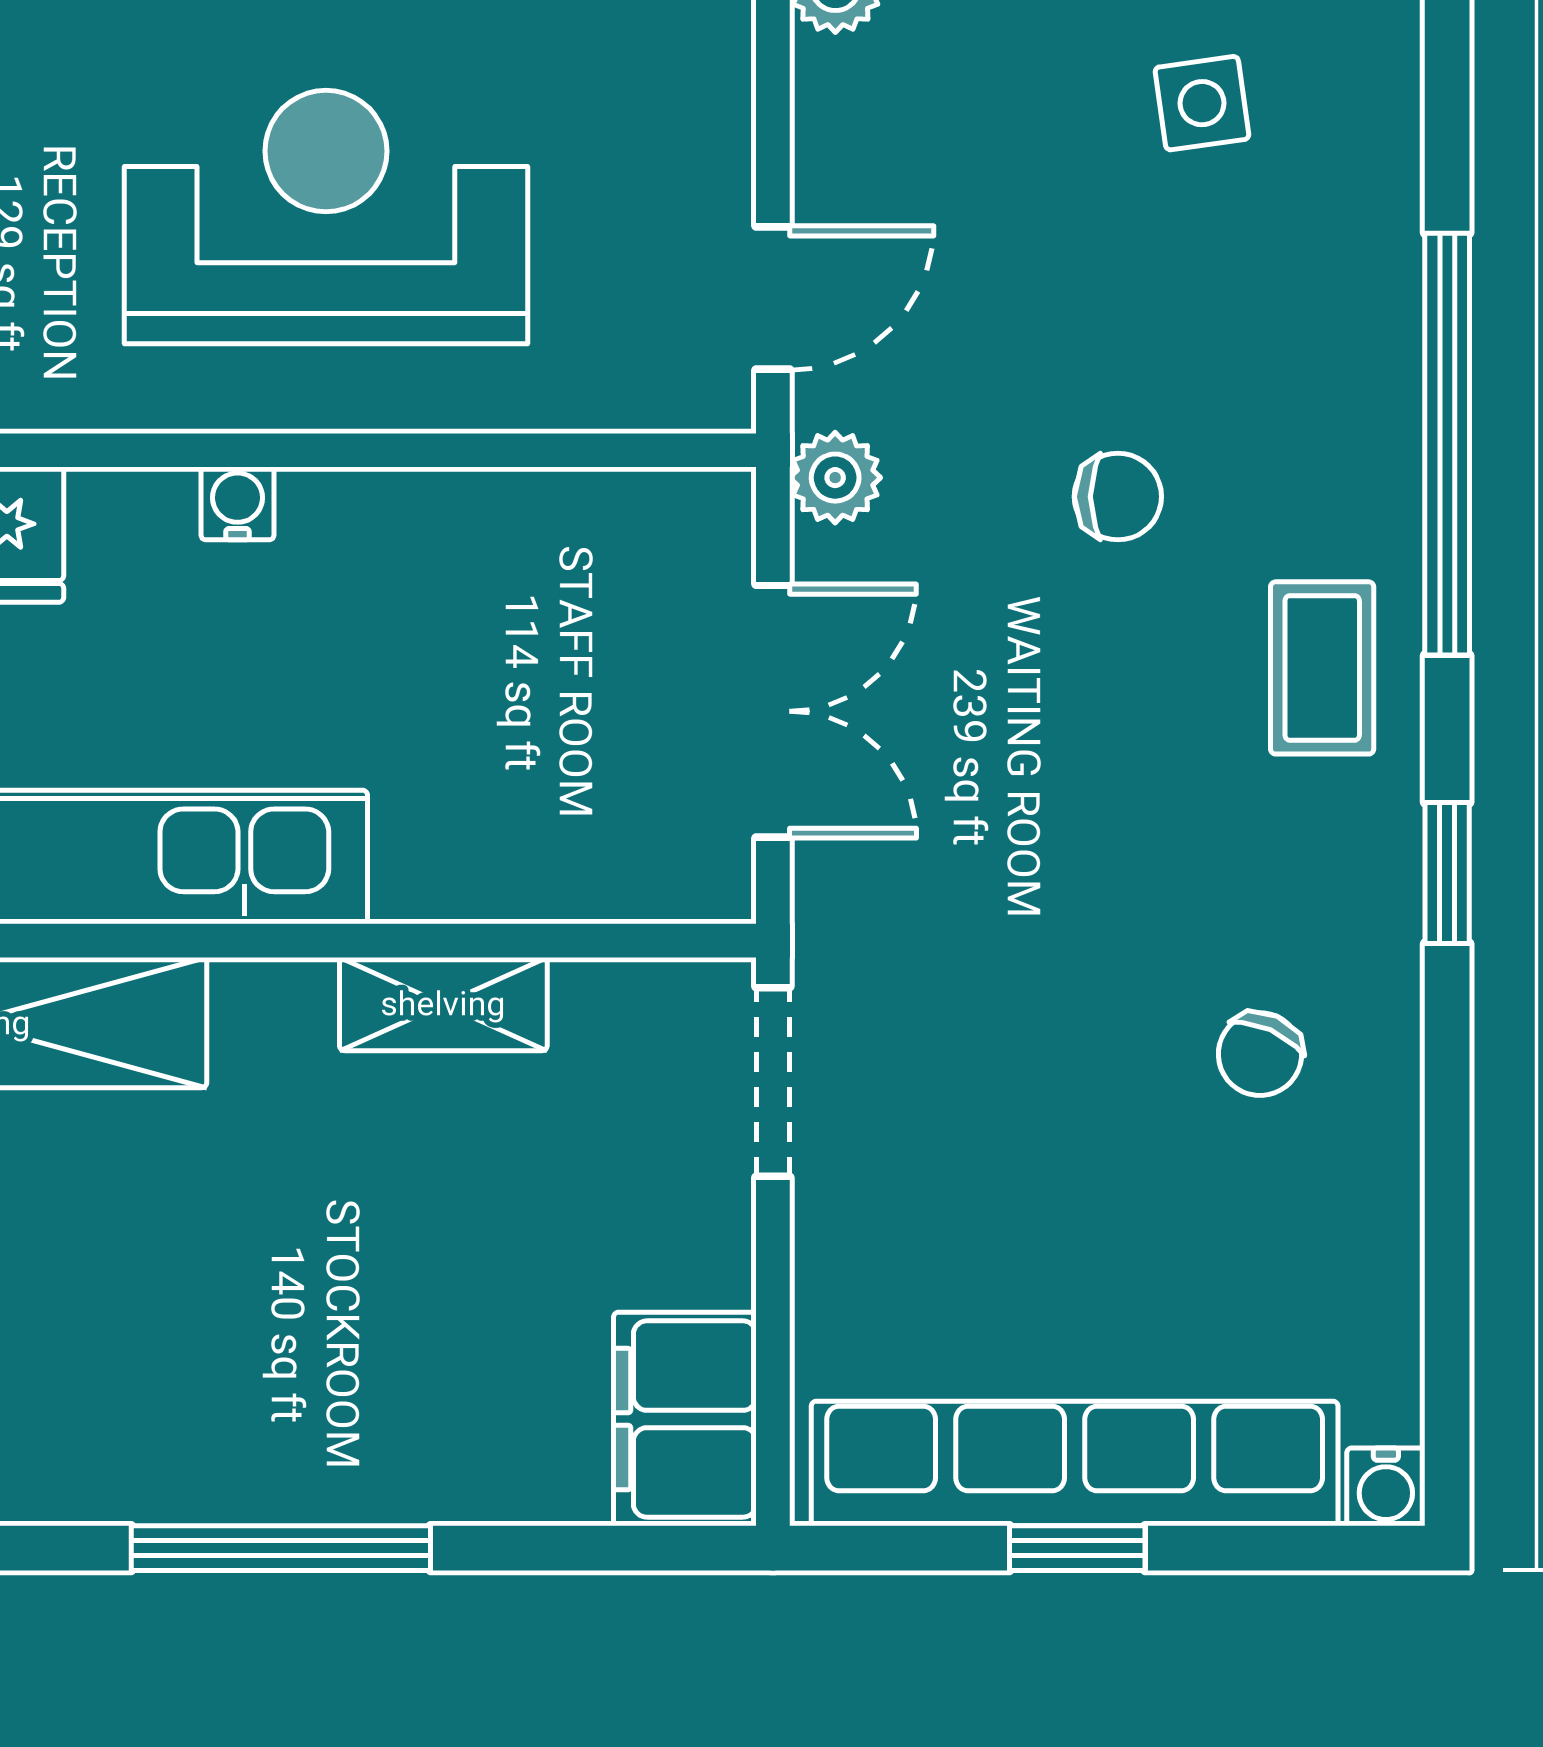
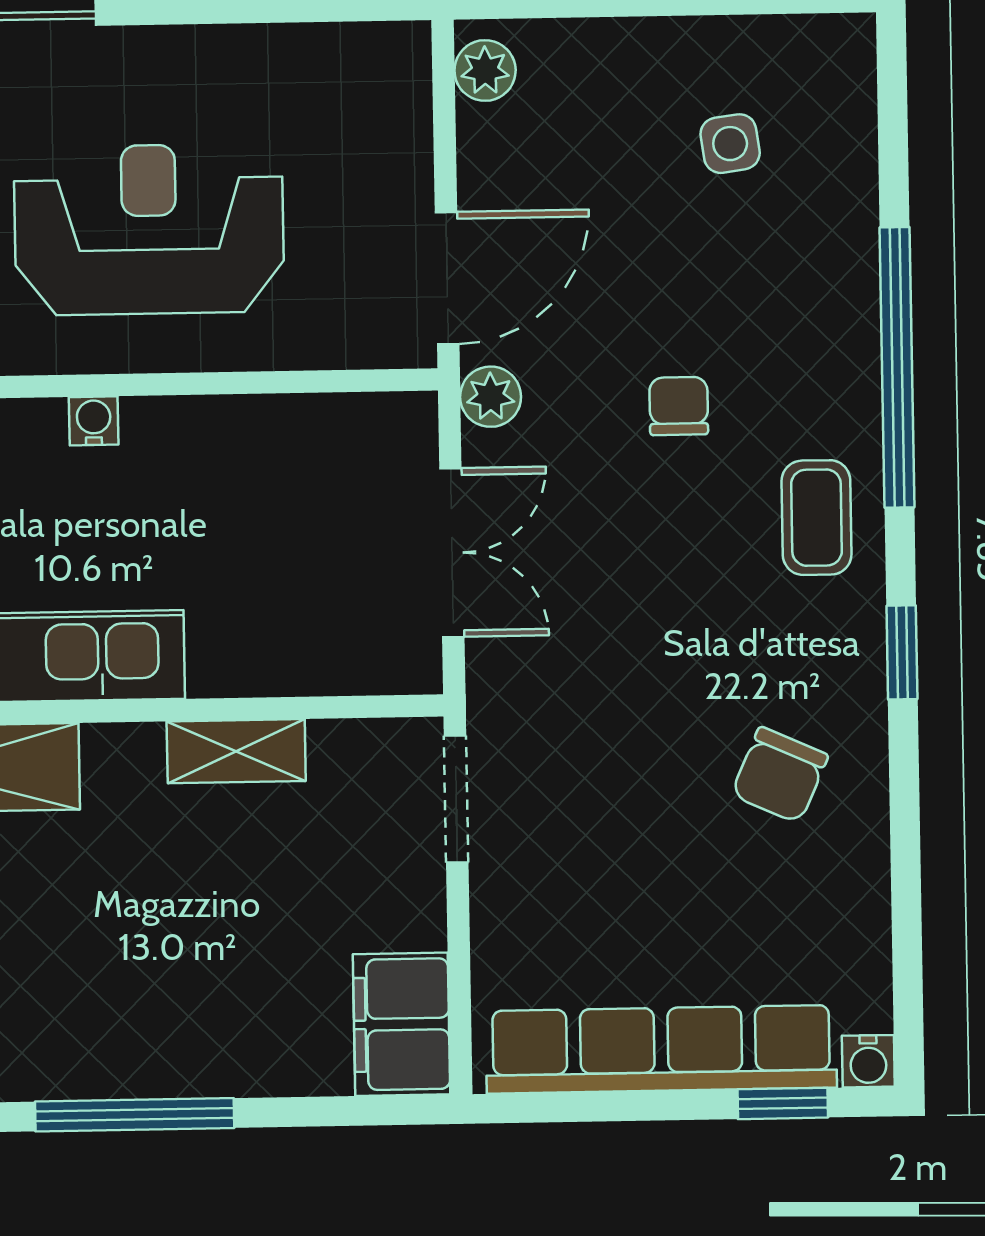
door: (773, 298) -> (447, 278), width x1.38
chair: (1118, 497) -> (679, 406), turned -90
chair: (1260, 1054) -> (780, 775), width x1.37, depth x1.37
window: (1077, 1548) -> (783, 1103), moved

